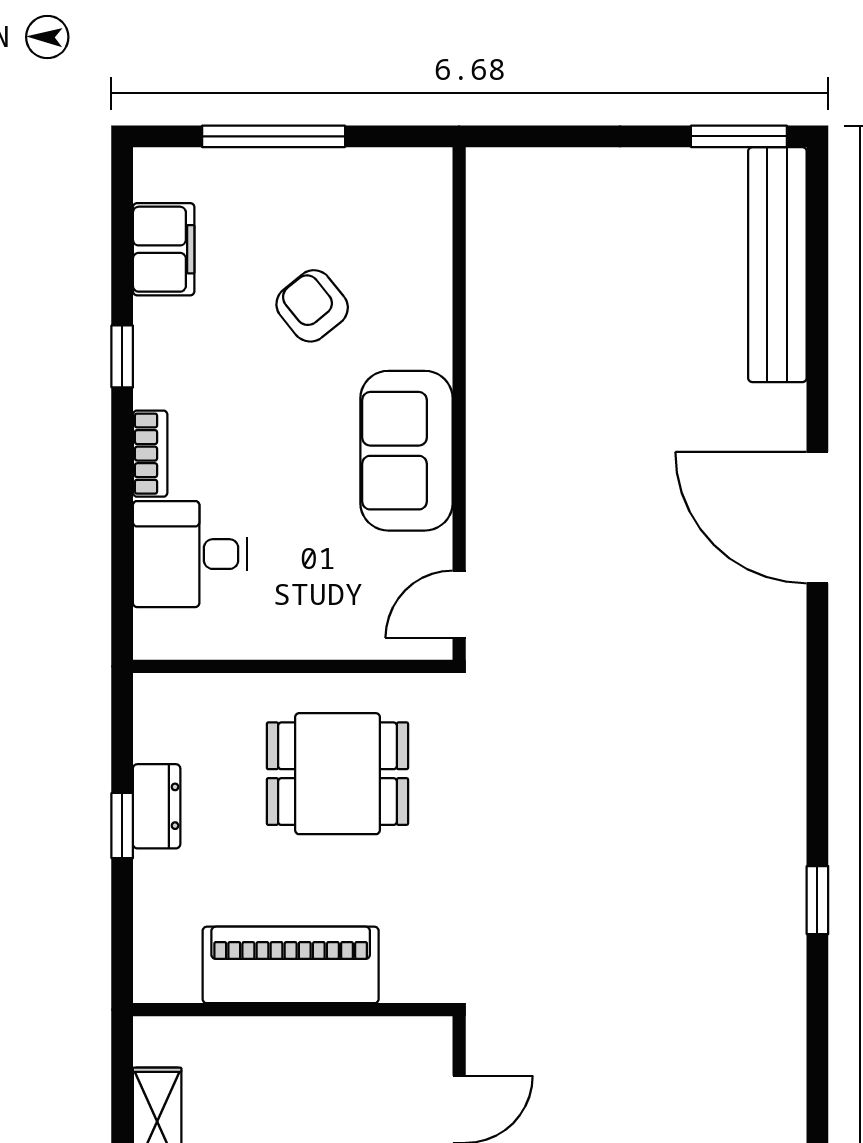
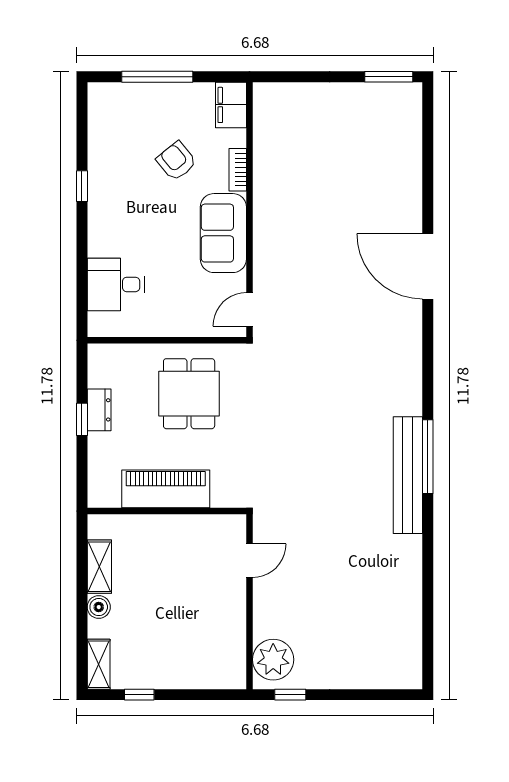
filing cabinet: (164, 249) -> (231, 105), moved, turned 180
bench: (777, 265) -> (408, 475), moved
bookcase: (150, 454) -> (238, 170), moved, turned 180
dining table: (337, 774) -> (189, 394), turned 90
window: (817, 900) -> (428, 457), width x2.17

